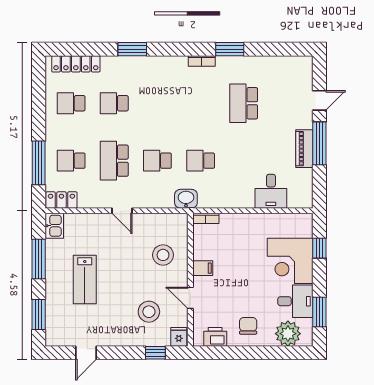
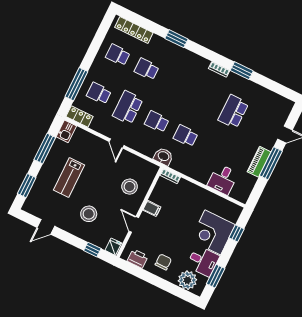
stool: (149, 312) -> (89, 214), moved

